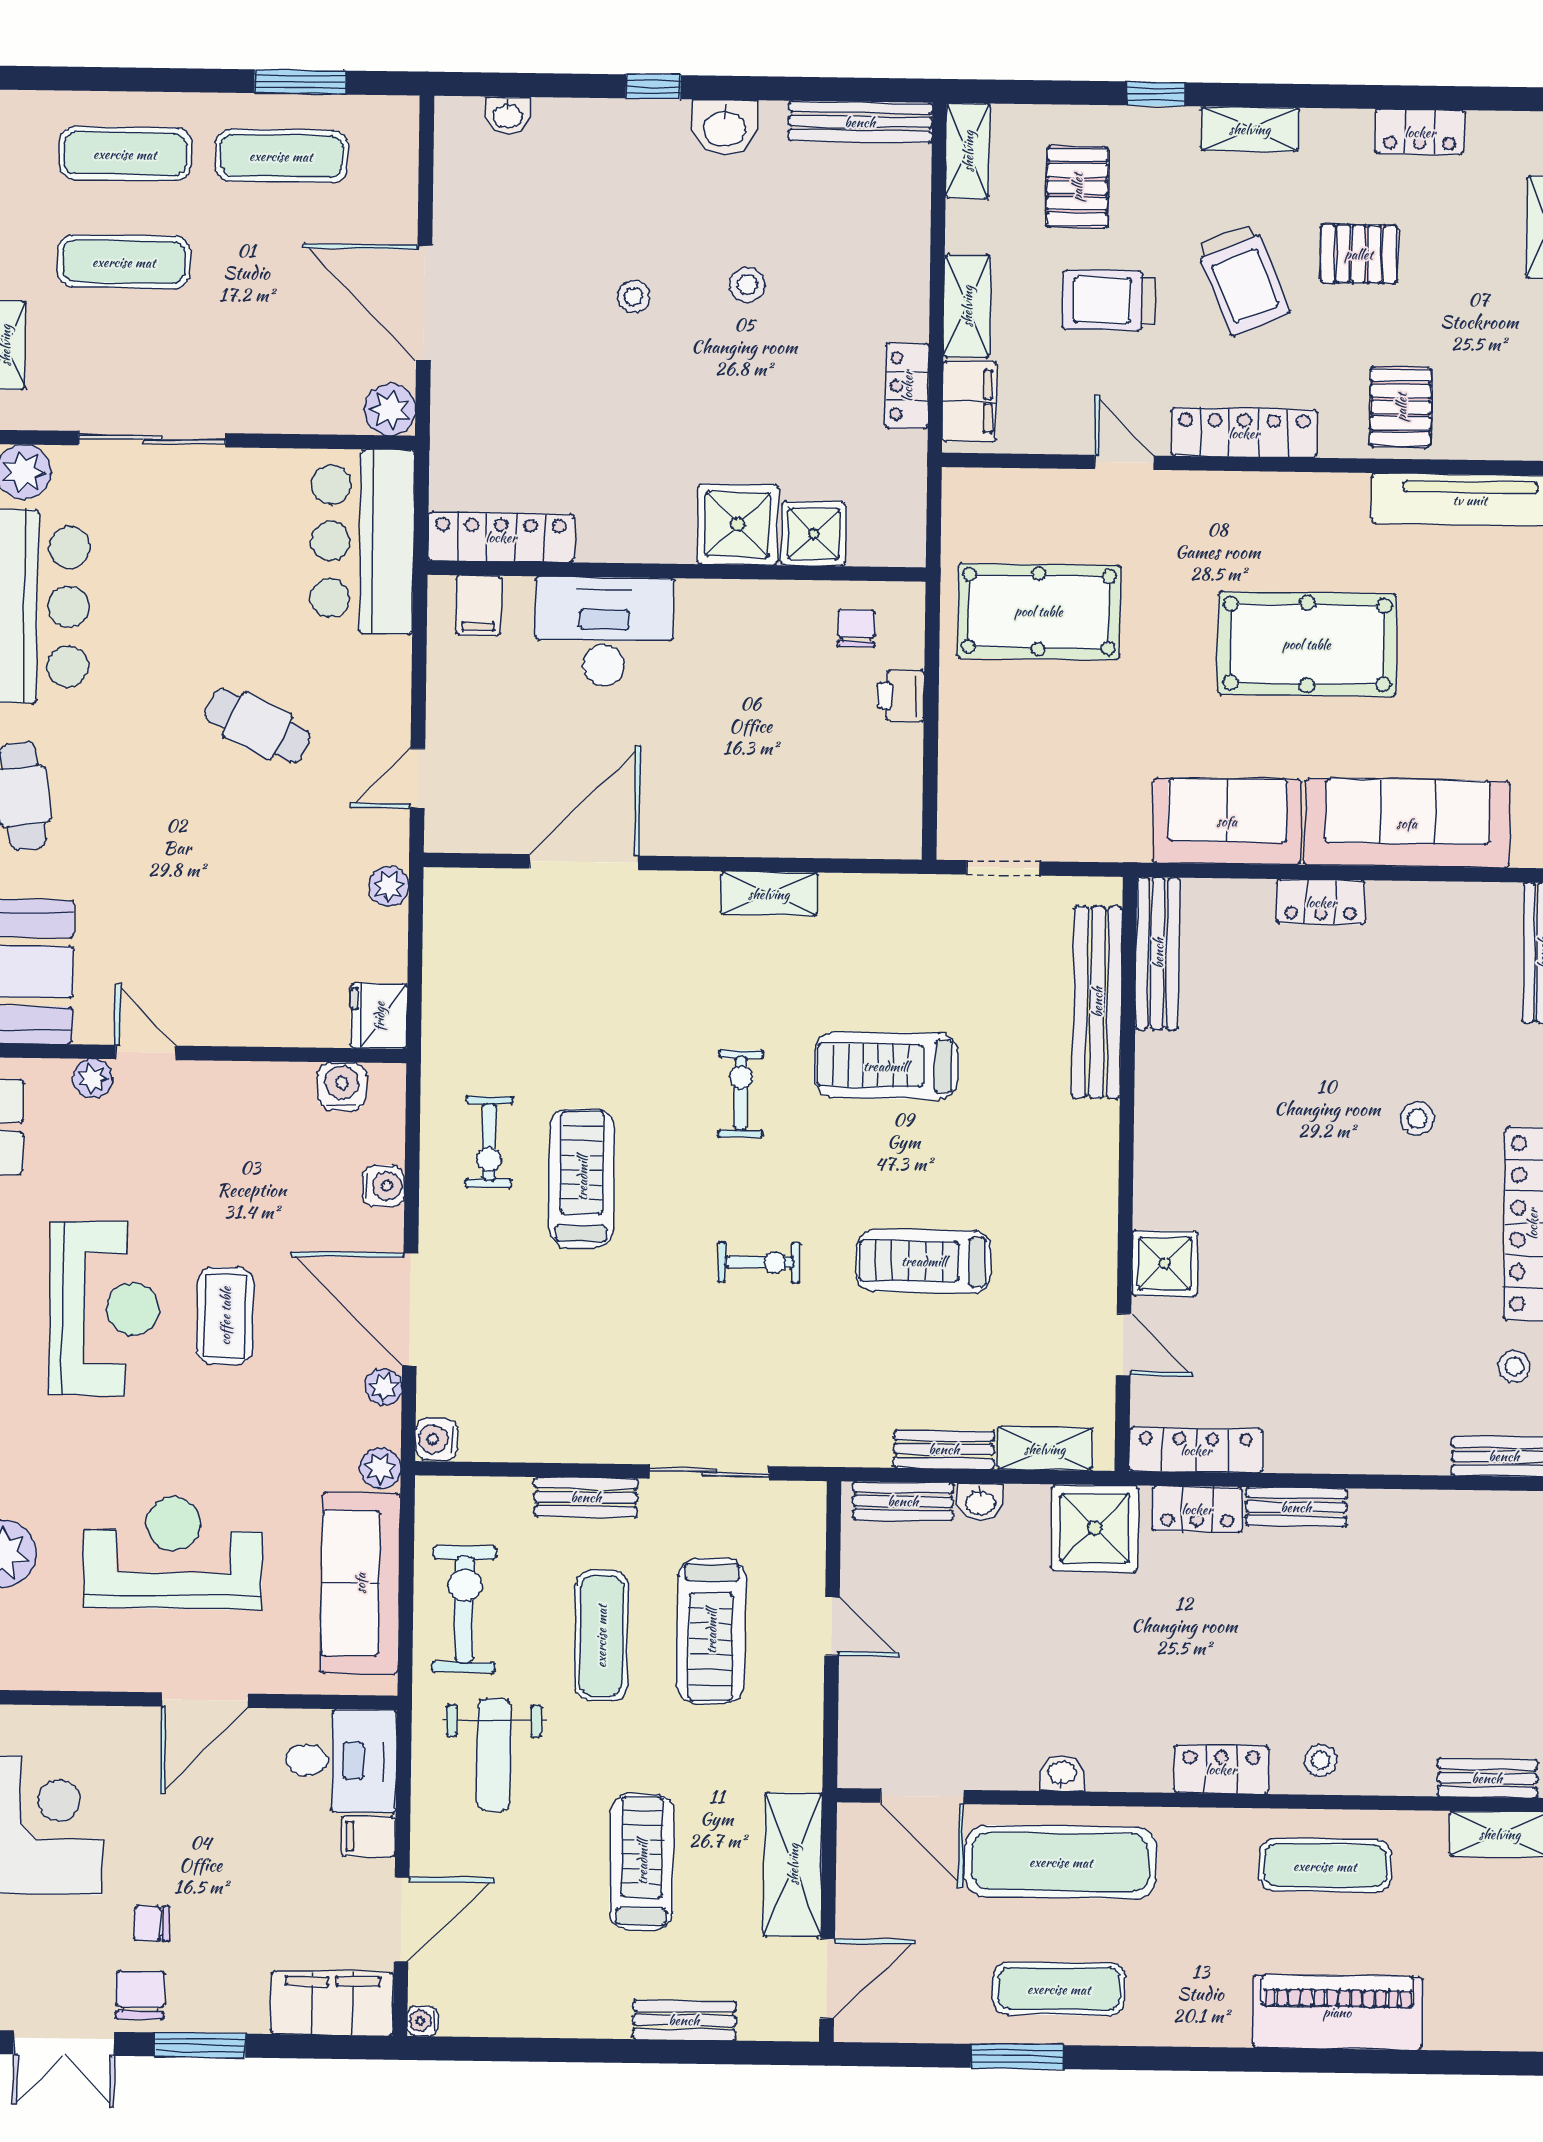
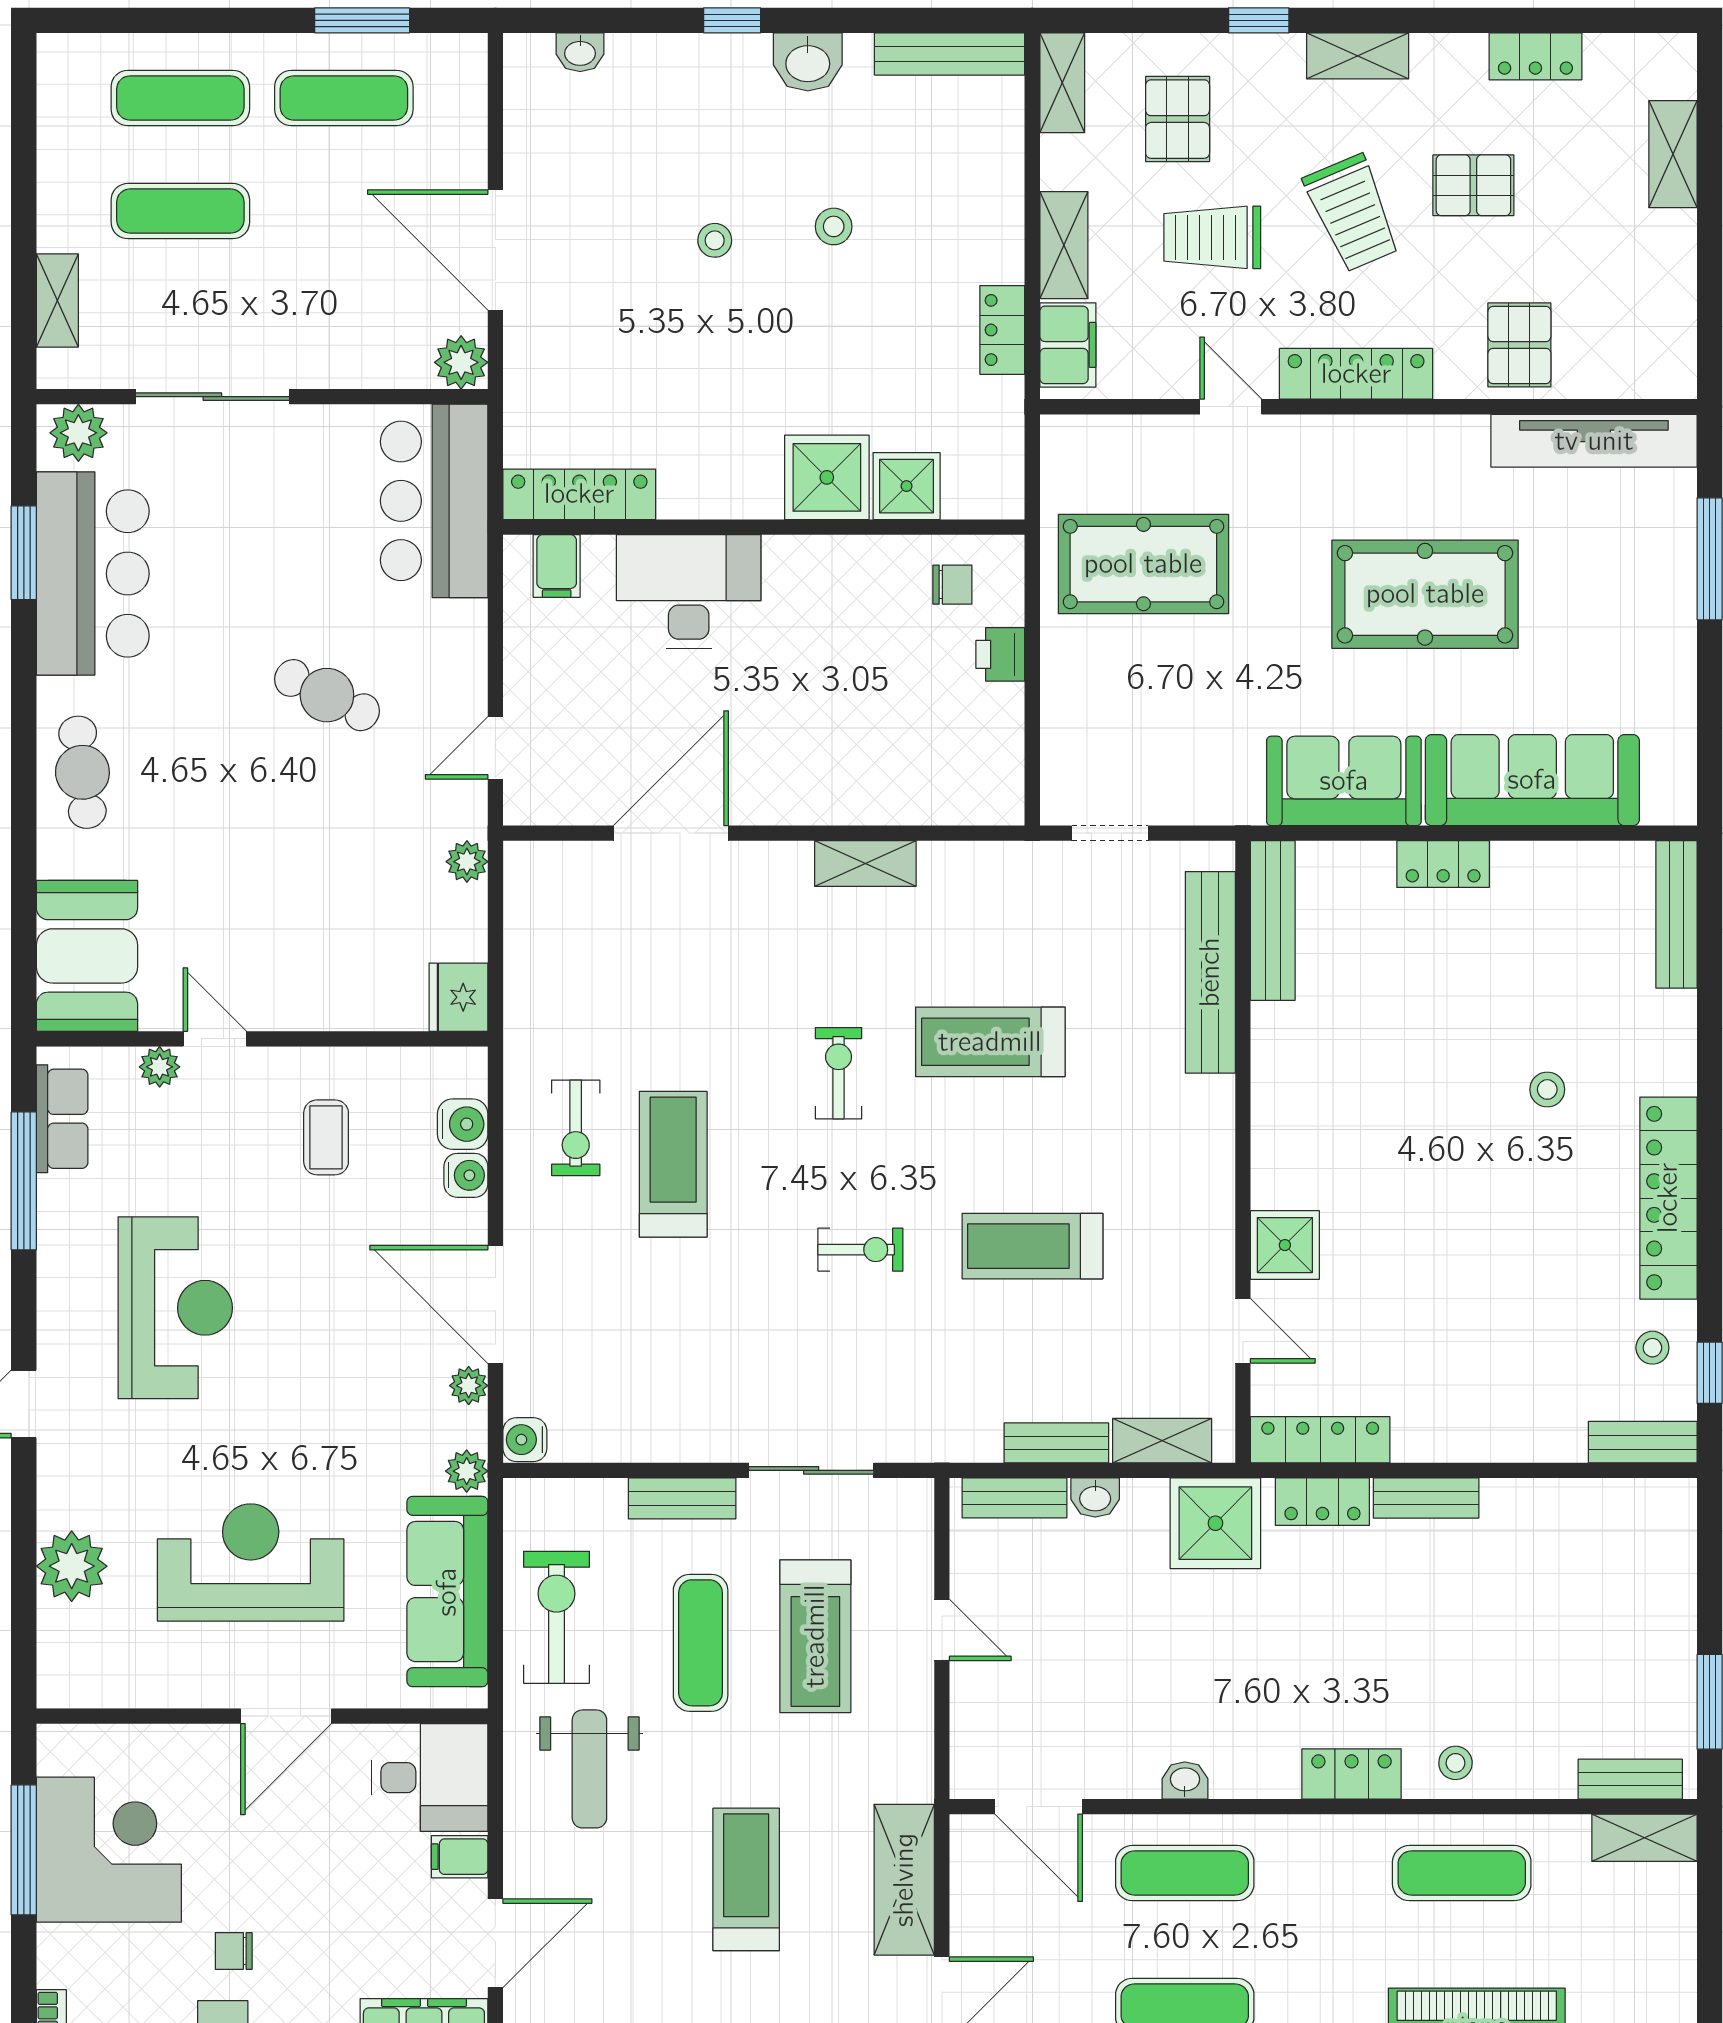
chair: (856, 628) -> (952, 585), turned 90
water cooler: (342, 1086) -> (463, 1124), moved, turned 90
coffee table: (225, 1316) -> (326, 1137), moved, width x0.73, depth x0.77
exercise mat: (1061, 1862) -> (1185, 1873), width x0.73, depth x0.69

